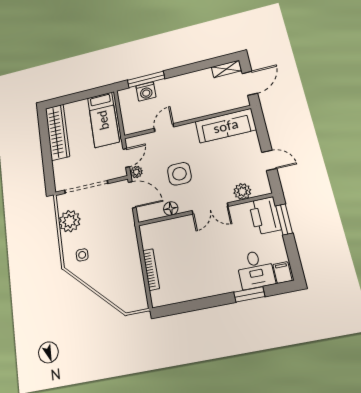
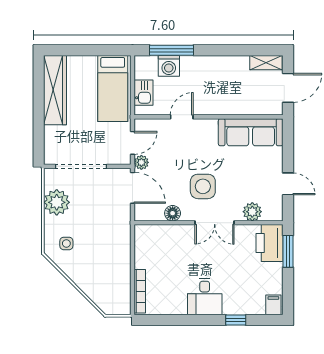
kitchen sink: (129, 117) -> (144, 93), added
side table: (179, 174) -> (203, 186), moved
bookcase: (151, 269) -> (140, 291), moved
desk: (255, 269) -> (205, 297), moved
window: (249, 294) -> (236, 320), width x0.67

